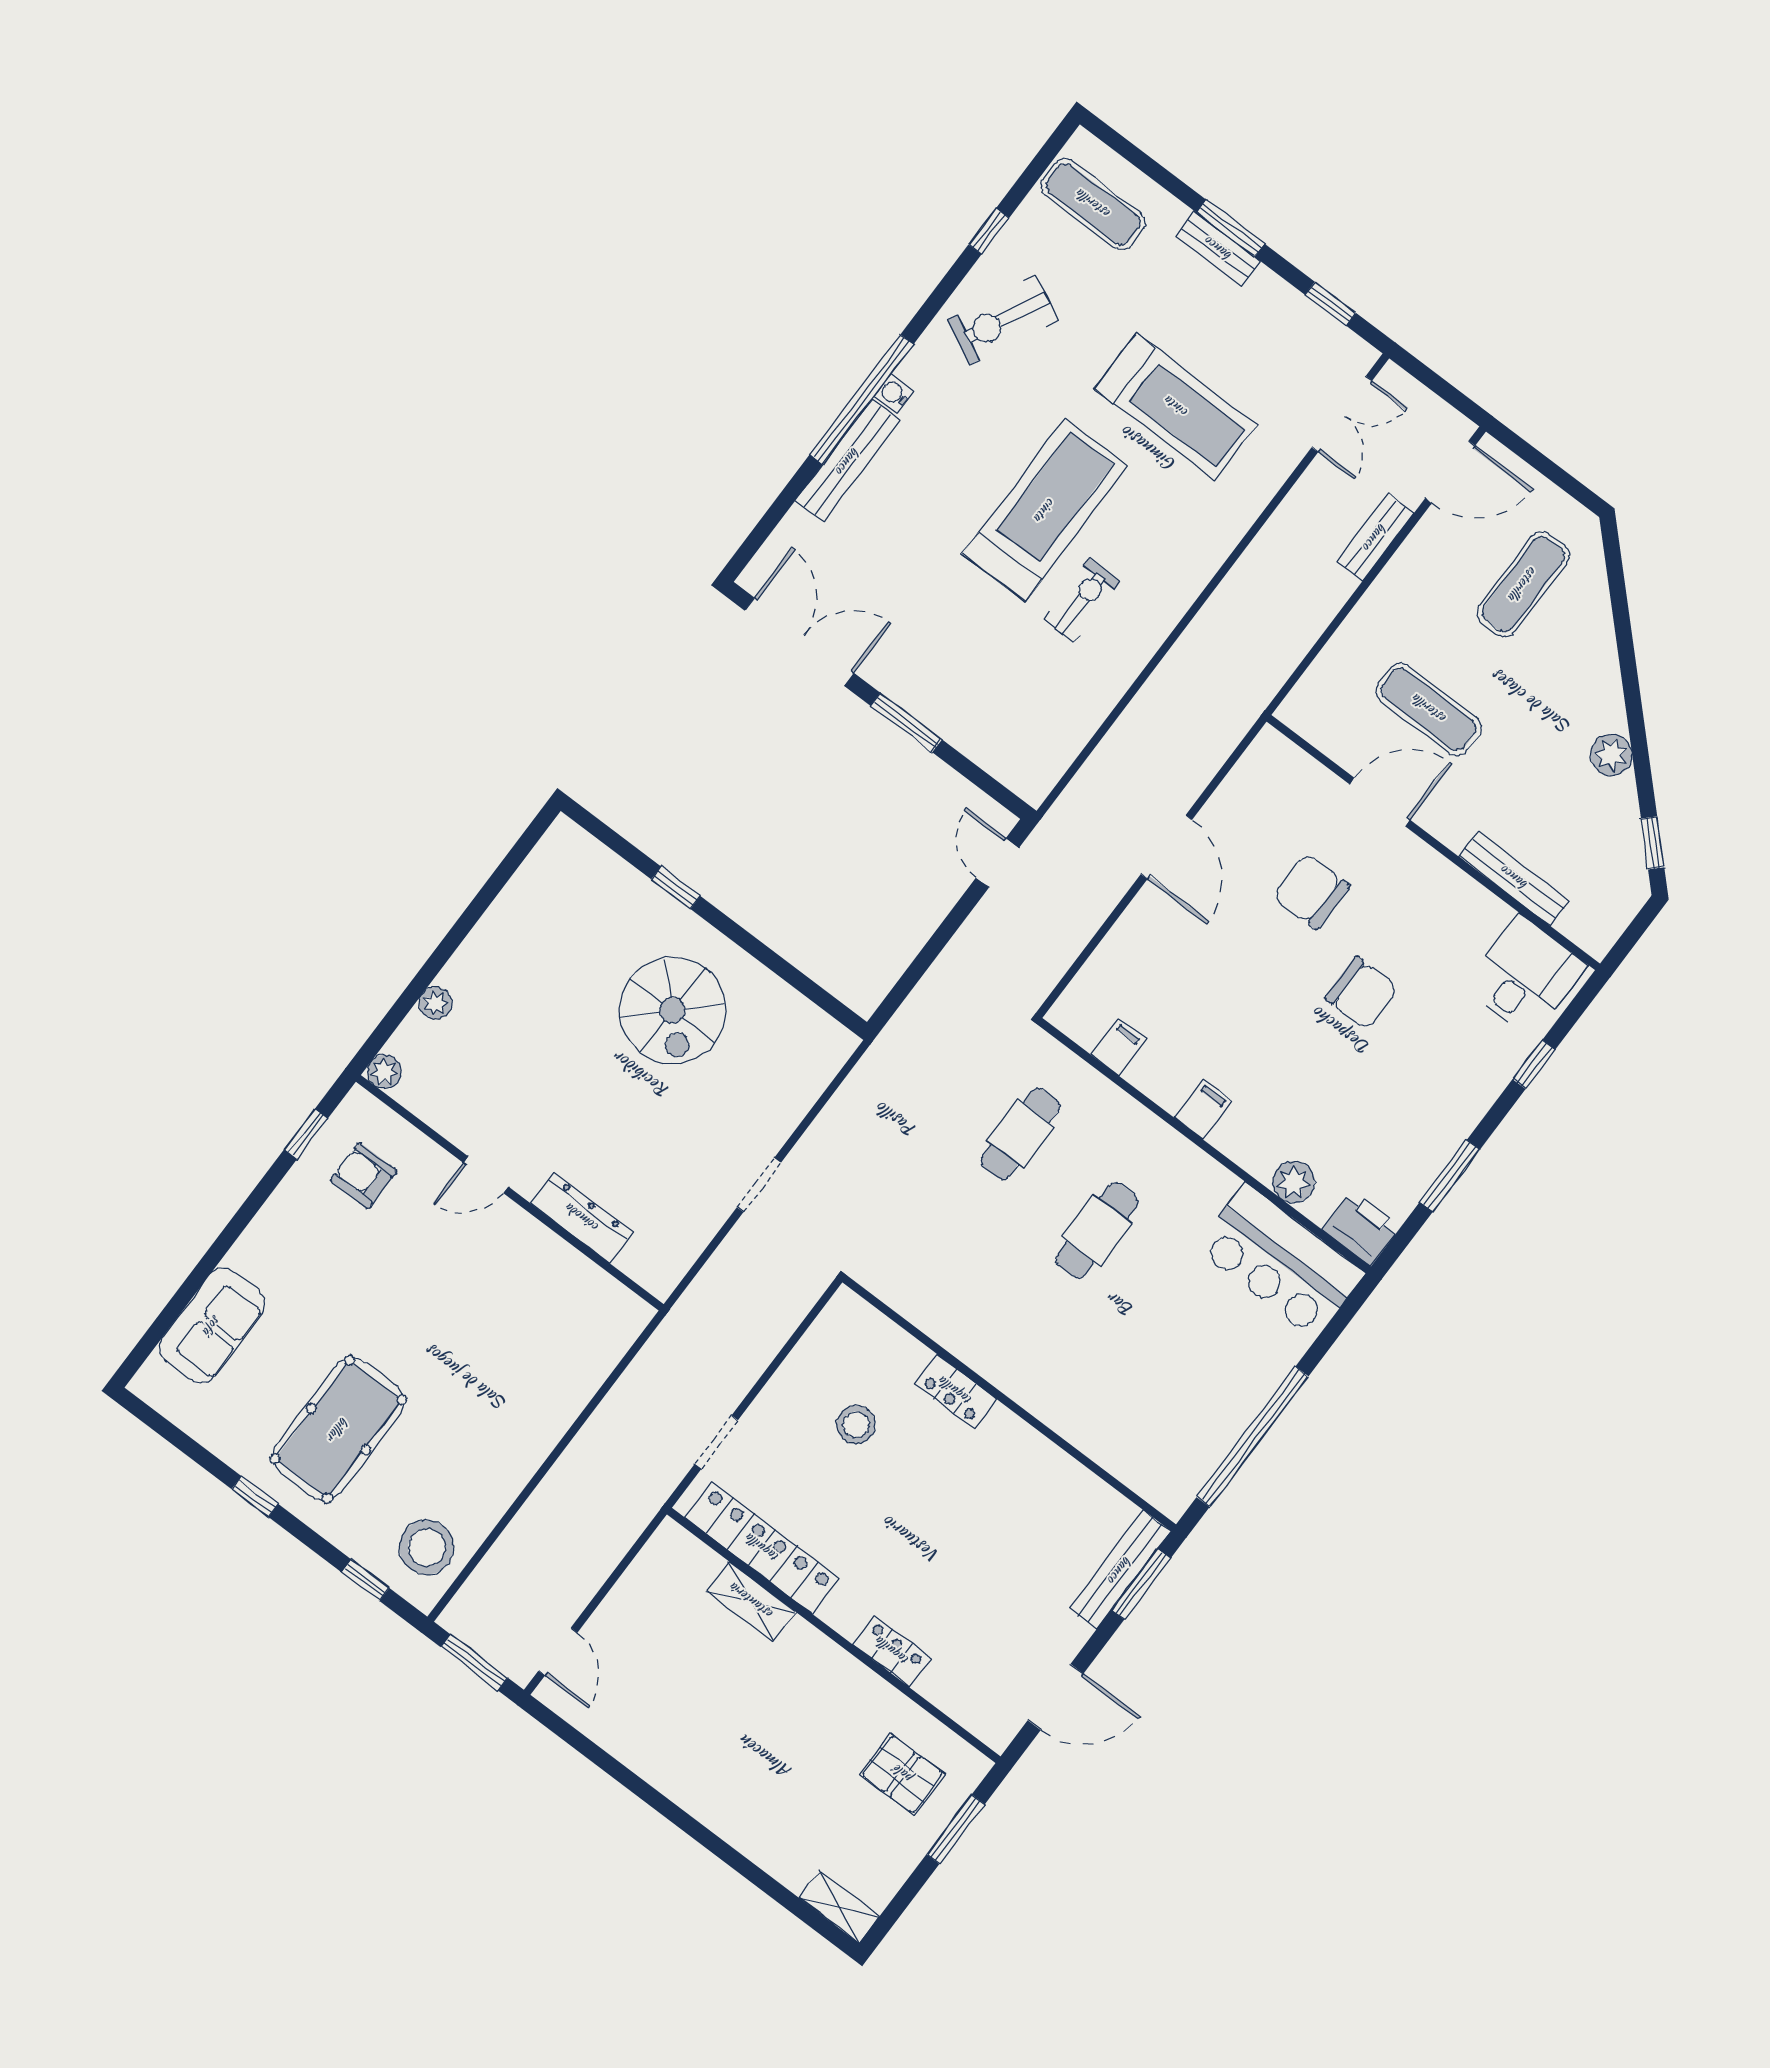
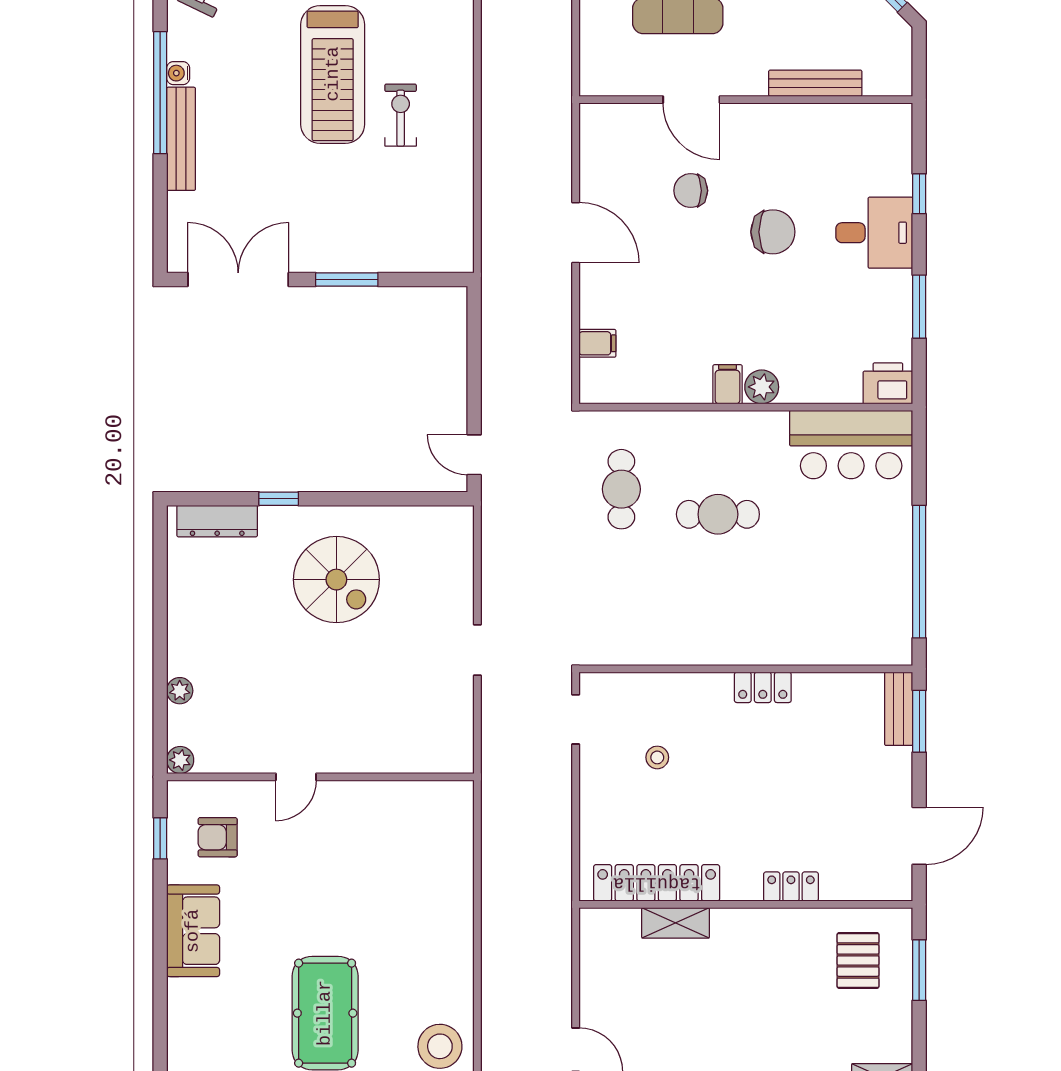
treadmill: (1045, 510) -> (333, 74), turned 180
door: (1380, 802) -> (691, 100), swing flipped
door: (997, 863) -> (474, 455), moved
chair: (1311, 891) -> (691, 191), width x0.73, depth x0.73
desk: (1525, 976) -> (874, 233), moved, turned 90
filing cabinet: (1119, 1047) -> (597, 343), moved, turned 90
plant: (1294, 1182) -> (762, 387), moved
dresser: (582, 1218) -> (217, 521), moved, turned 180
cafe table: (1097, 1230) -> (718, 514), turned 90
sofa: (212, 1326) -> (193, 931), moved
locker: (955, 1391) -> (763, 687), moved
stool: (856, 1425) -> (657, 757), width x0.73, depth x0.73
doorway: (716, 1442) -> (576, 719), moved
bench: (1120, 1570) -> (899, 709), width x0.73
pallet: (903, 1774) -> (858, 960), turned 90

